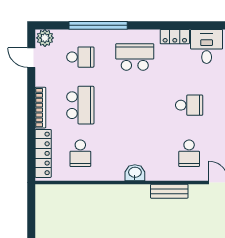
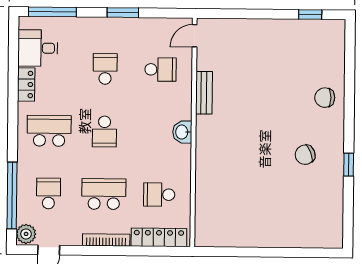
window: (98, 25) -> (12, 196), moved
school desk: (135, 57) -> (49, 131), turned 90
school desk: (135, 105) -> (104, 131), added
school desk: (80, 153) -> (159, 195), turned 180

